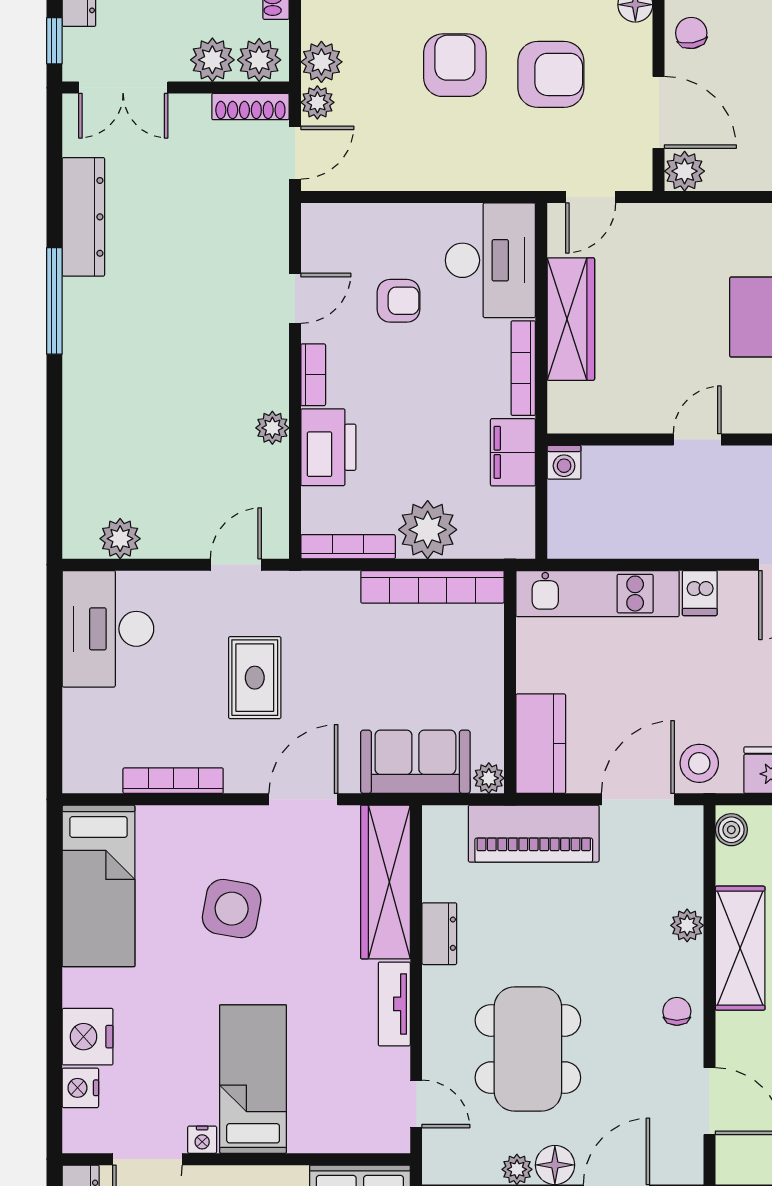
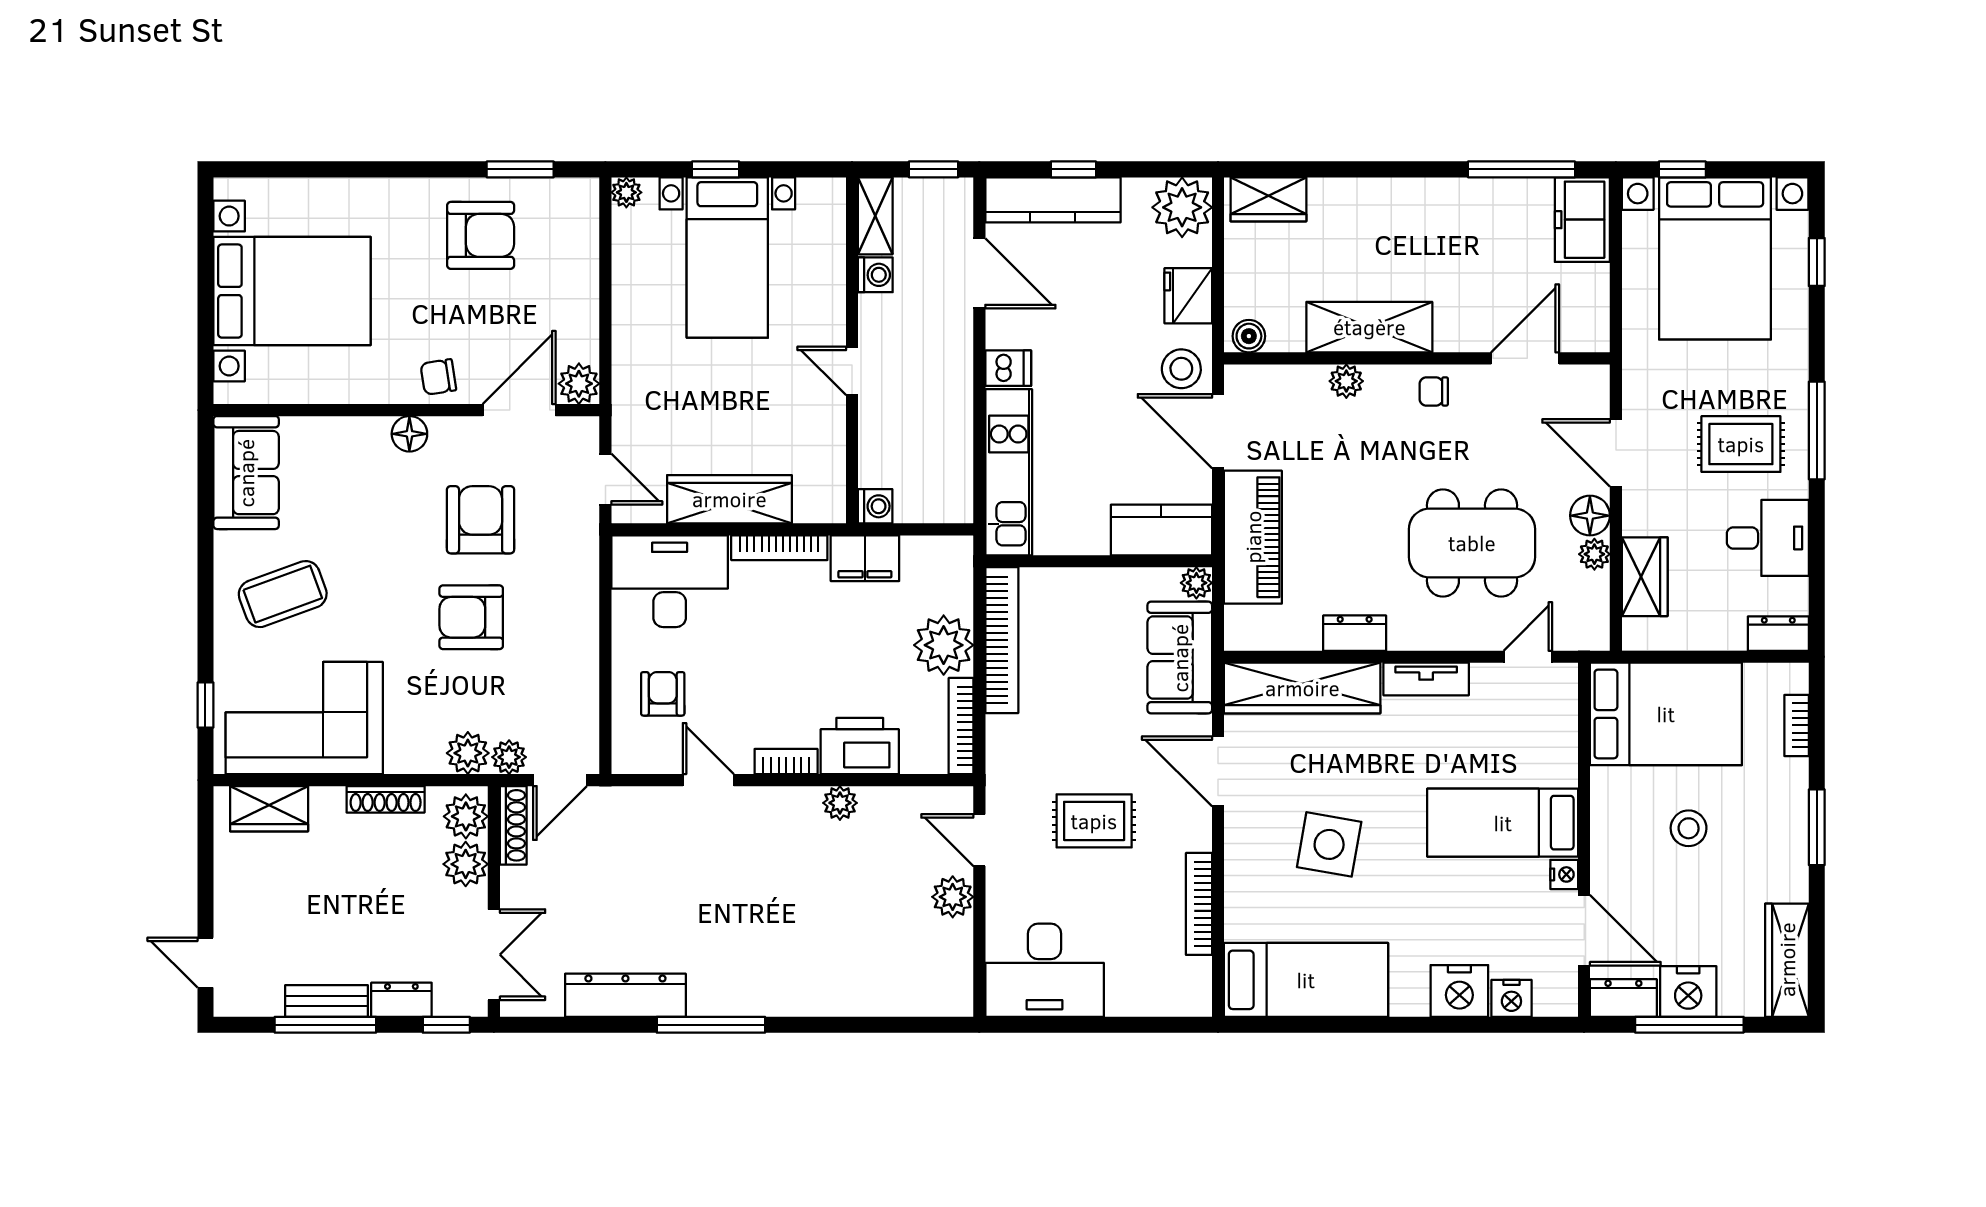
door: (295, 153) -> (560, 780), swing flipped
armchair: (398, 301) -> (663, 694), moved
plant: (120, 539) -> (953, 897), moved

